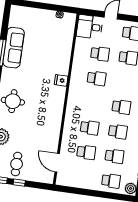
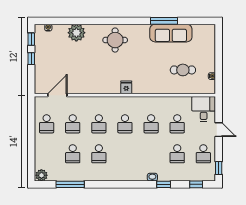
fridge: (61, 80) -> (126, 87), moved
school desk: (121, 107) -> (125, 124), moved
cafe table: (17, 164) -> (183, 70), moved
school desk: (111, 181) -> (47, 124), moved

